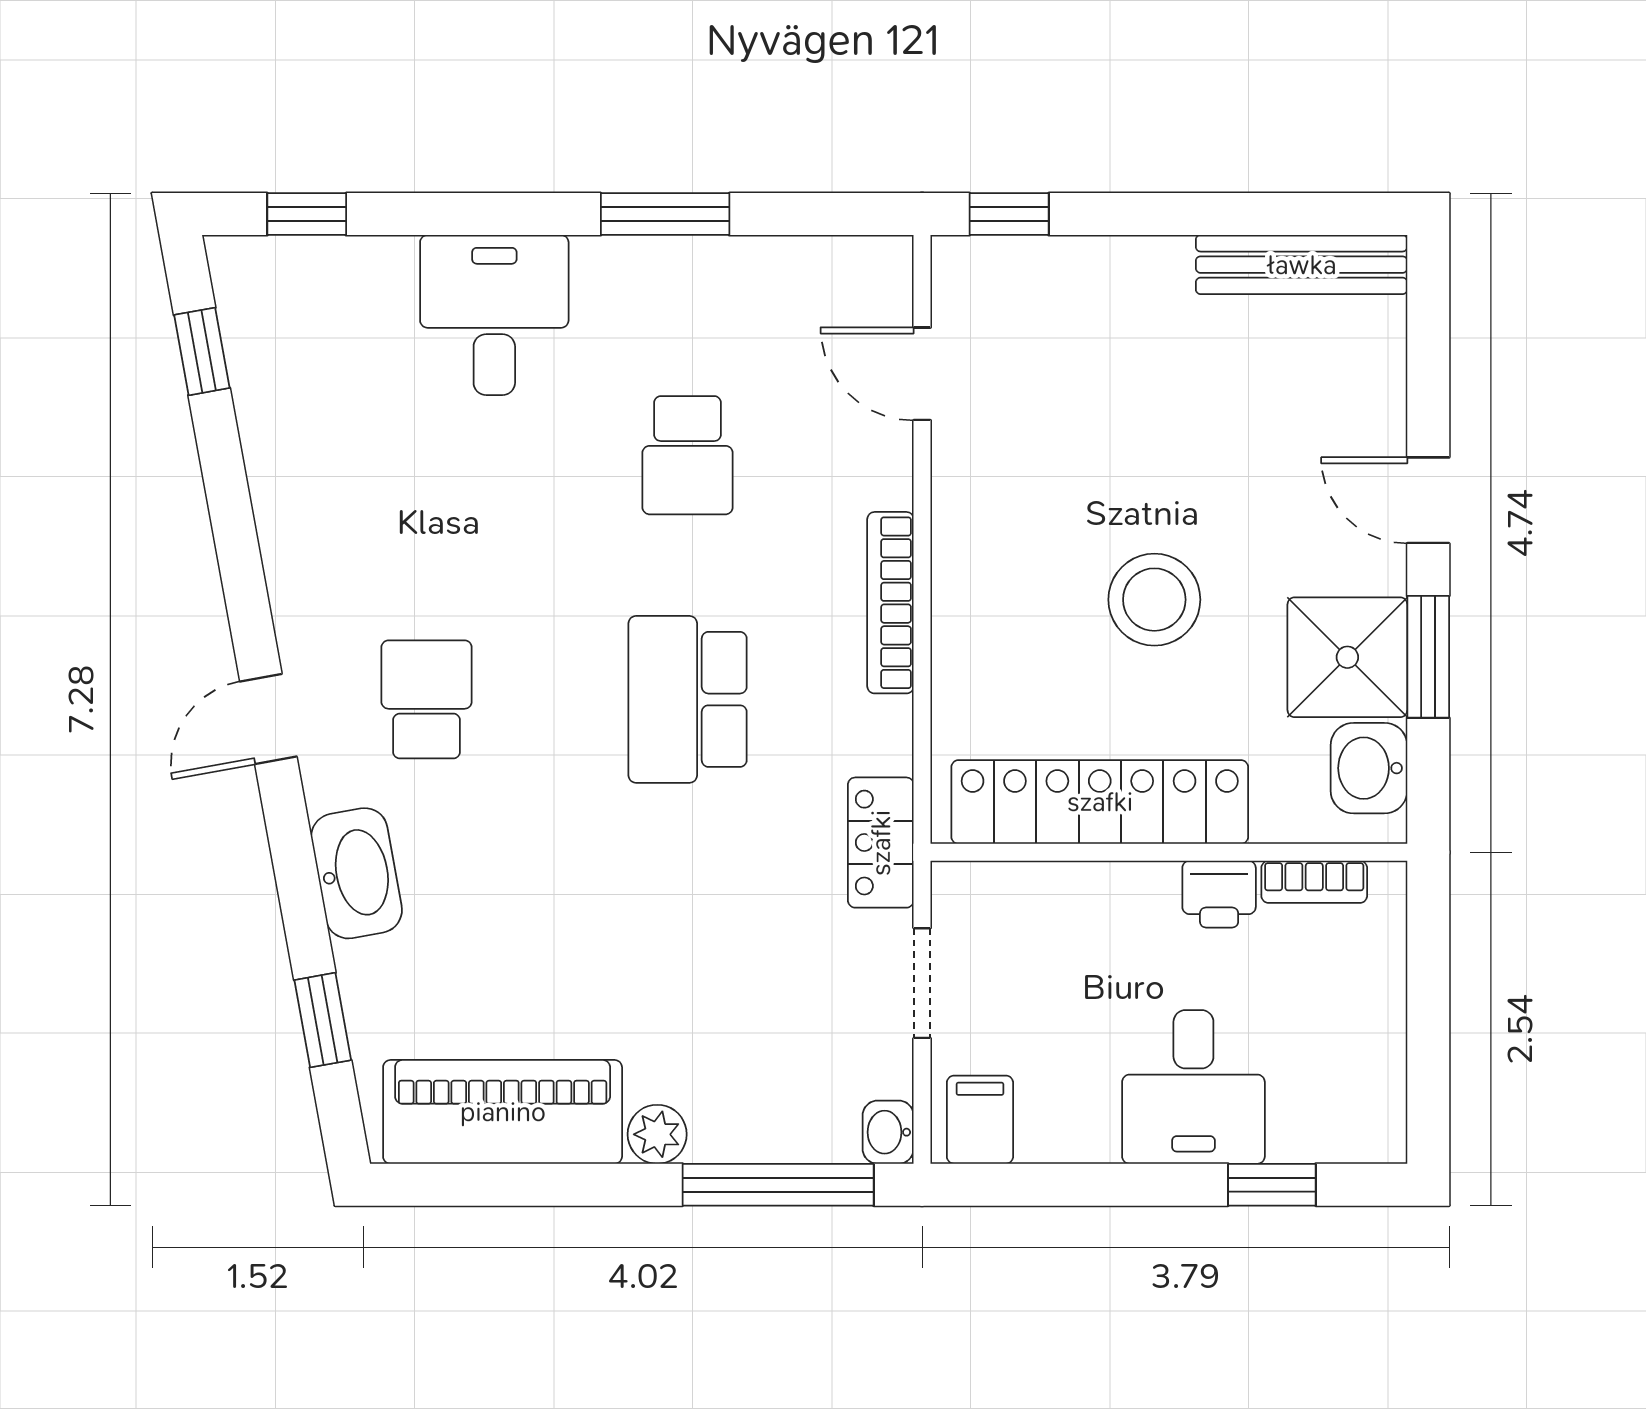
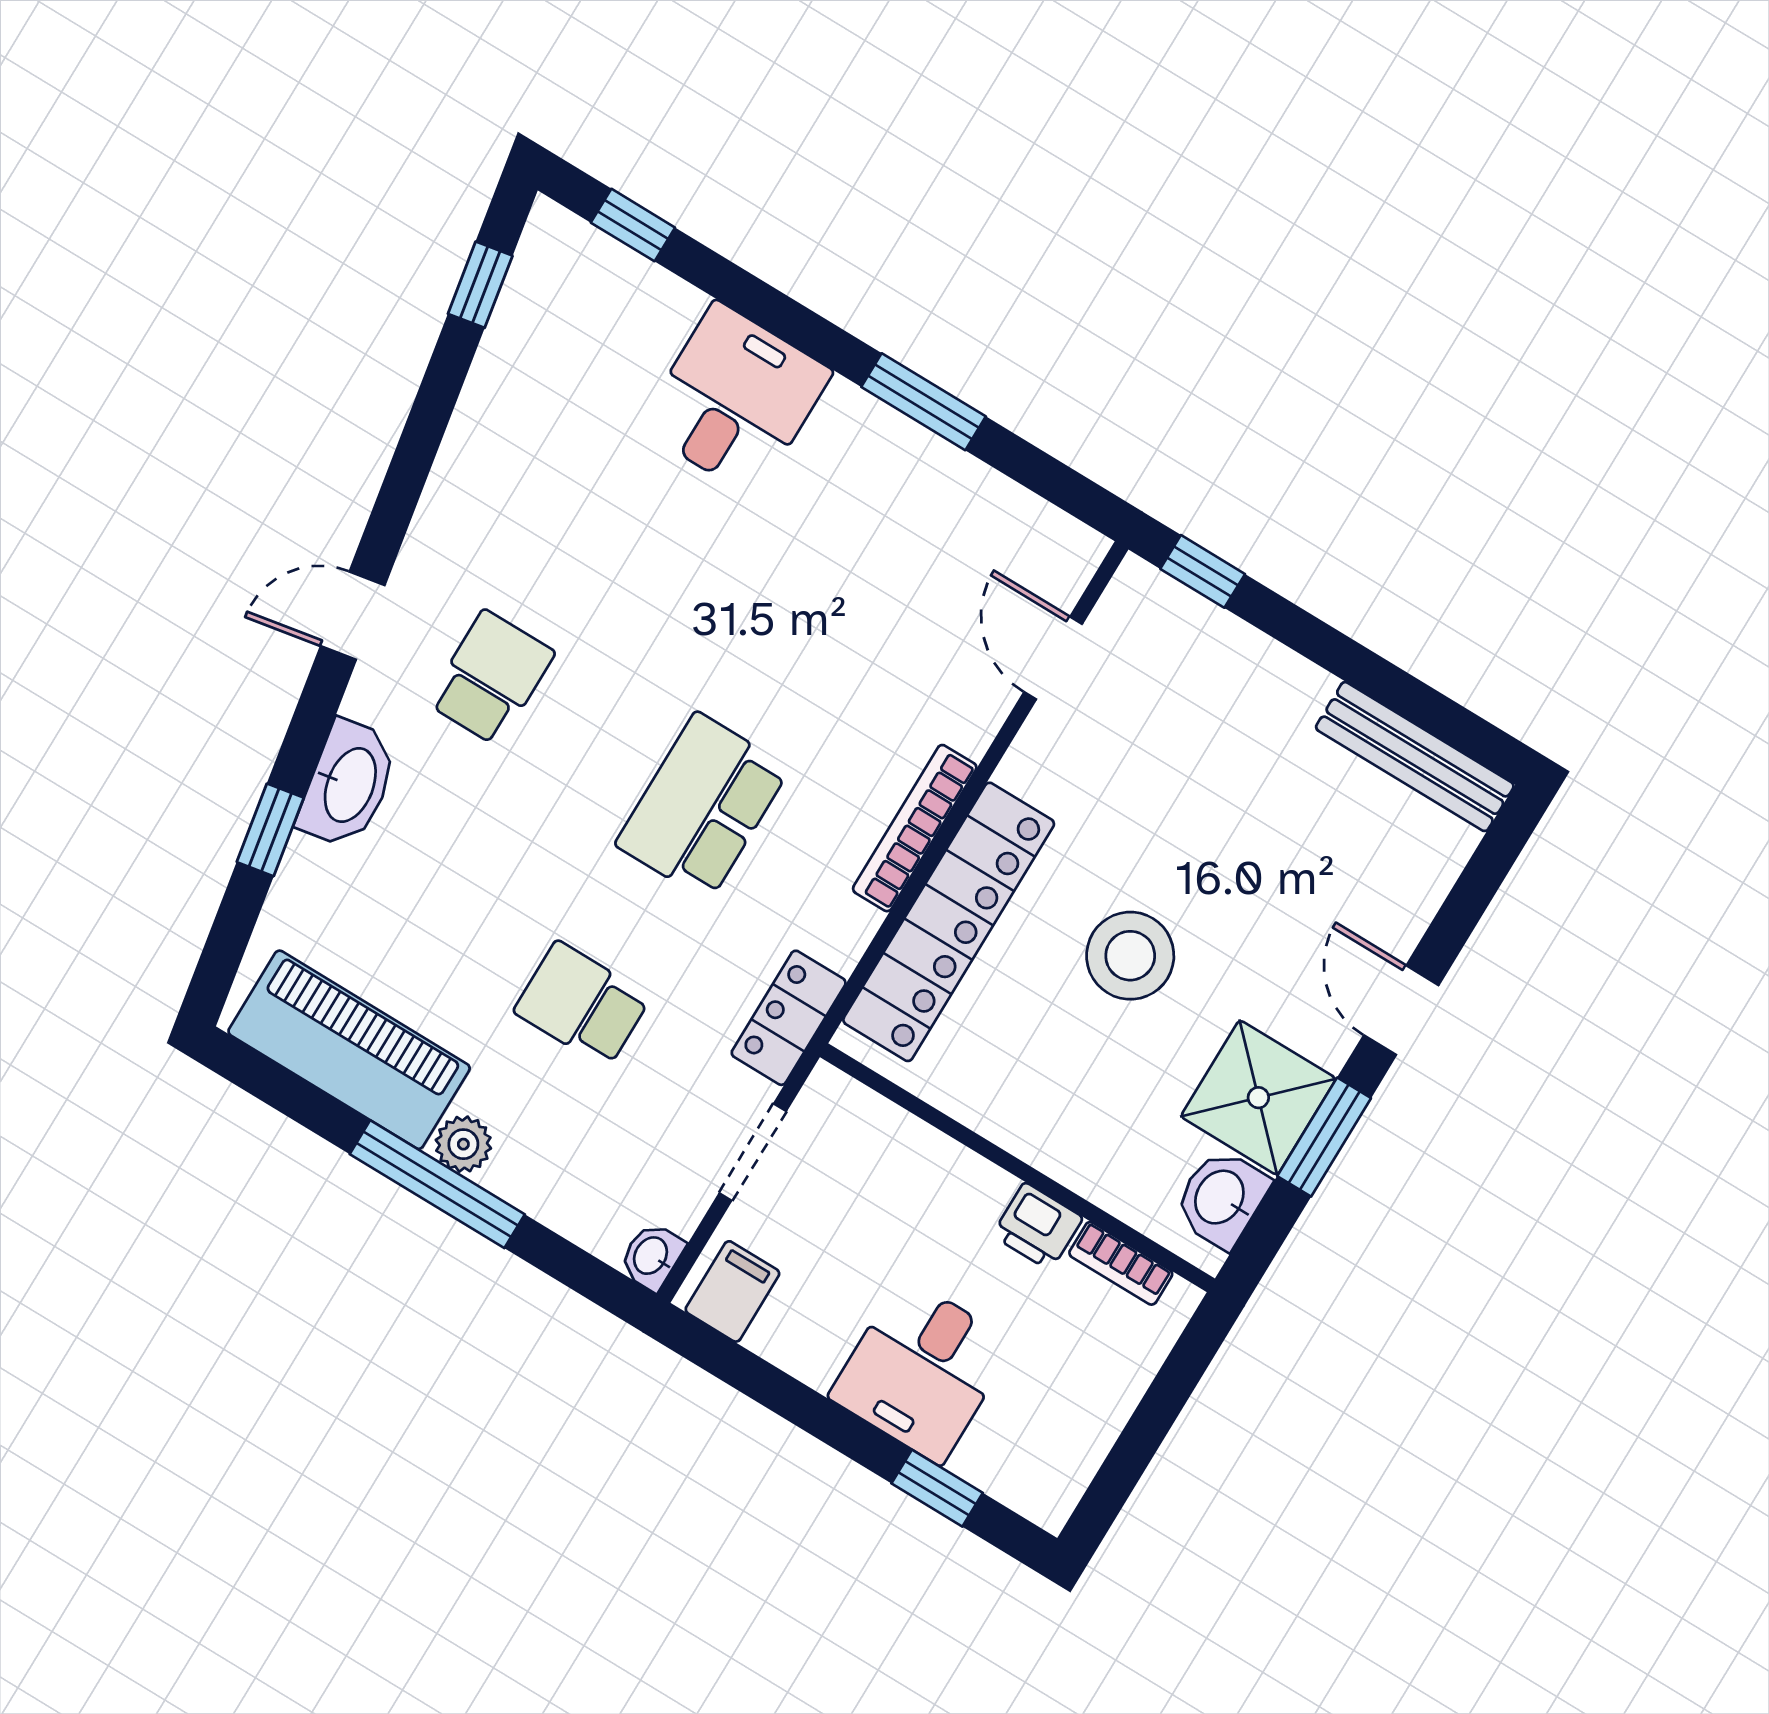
school desk: (688, 455) -> (582, 1004), moved, turned 90
locker: (1100, 802) -> (949, 922), moved, turned 90
window: (323, 1020) -> (270, 830), moved
window: (778, 1185) -> (437, 1184), moved

